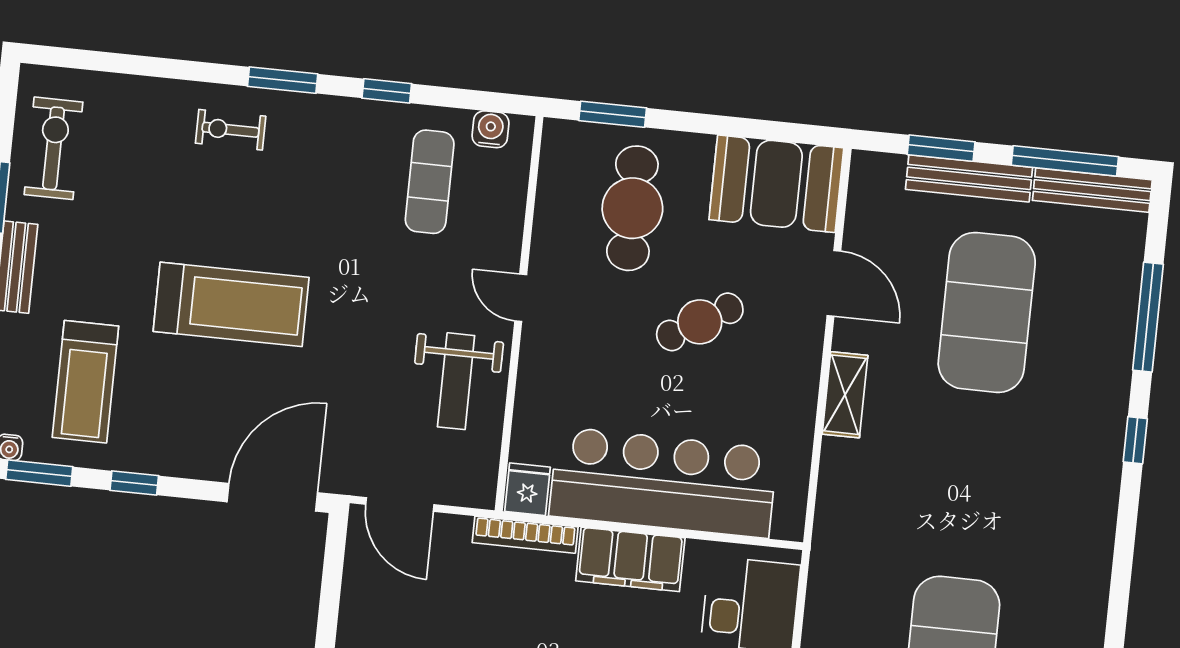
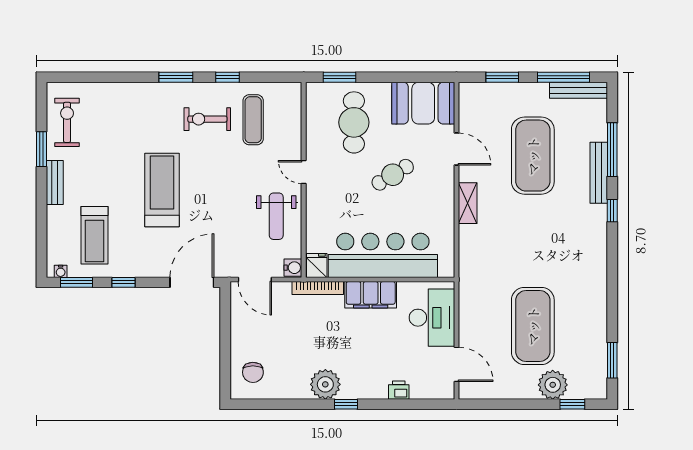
water cooler: (490, 129) -> (293, 268), moved, turned 90
exercise bike: (231, 130) -> (207, 119), moved, width x1.38, depth x1.39
bench: (969, 178) -> (599, 173), moved, turned 90
treadmill: (231, 304) -> (162, 190), turned -90

